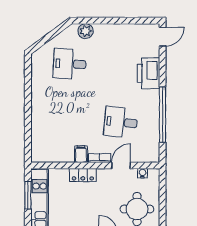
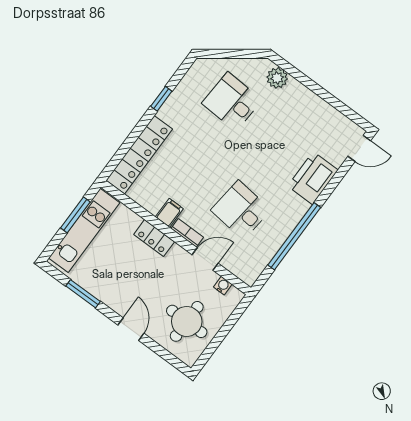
window: (28, 92) -> (161, 99), added
locker: (39, 134) -> (139, 155), added

